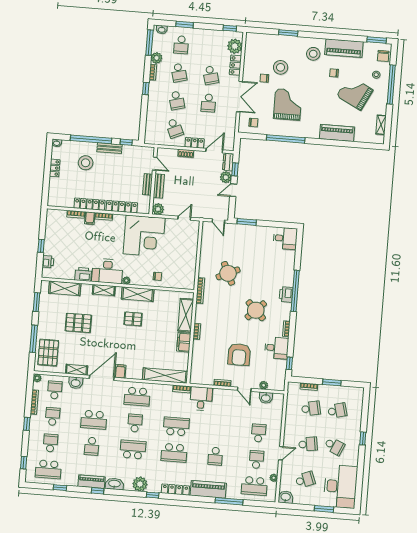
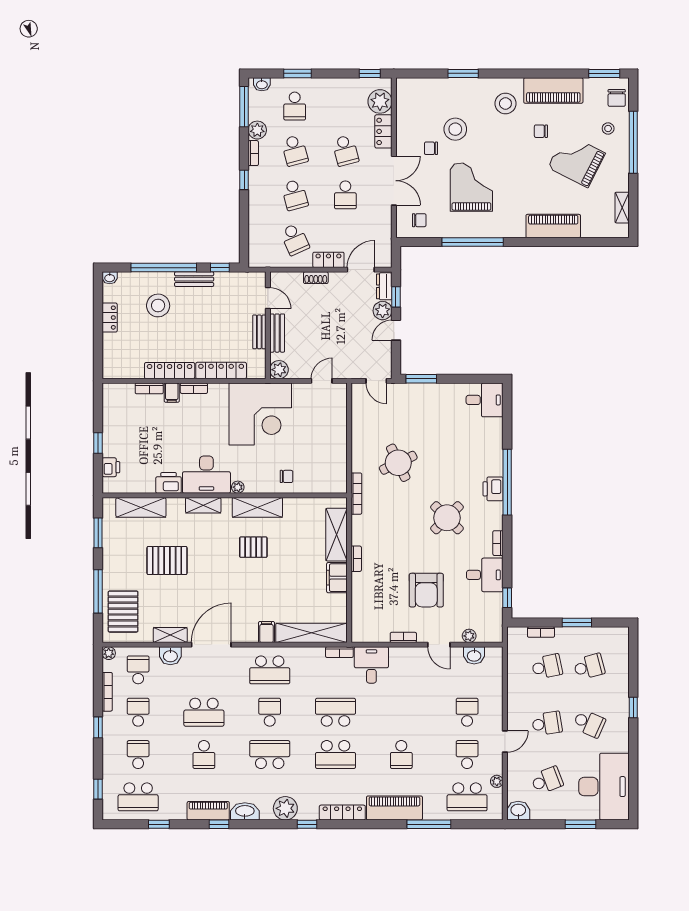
filing cabinet: (120, 371) -> (266, 632), moved

